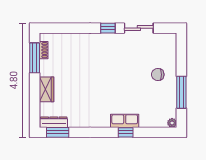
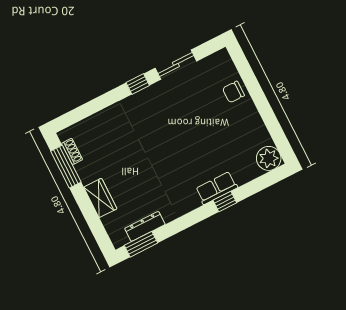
chair: (158, 75) -> (233, 92), moved
window: (181, 92) -> (269, 117), removed
dresser: (54, 122) -> (145, 226), moved
plant: (172, 123) -> (269, 158), width x1.87, depth x1.87

